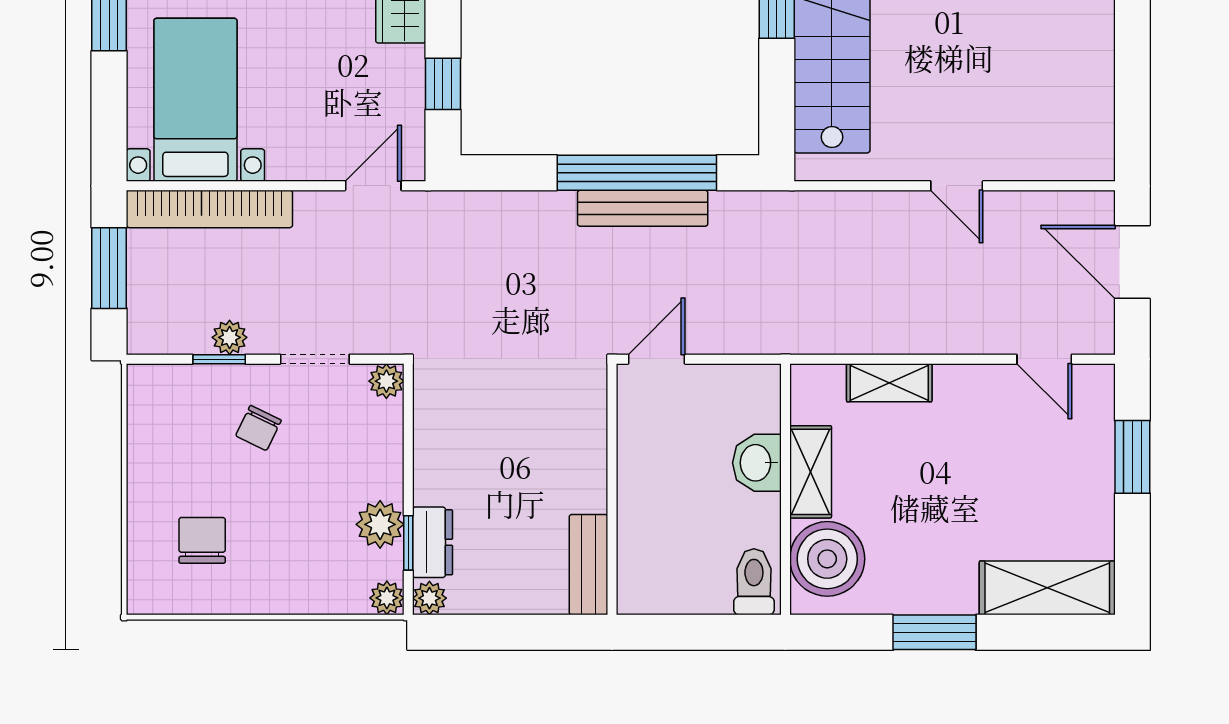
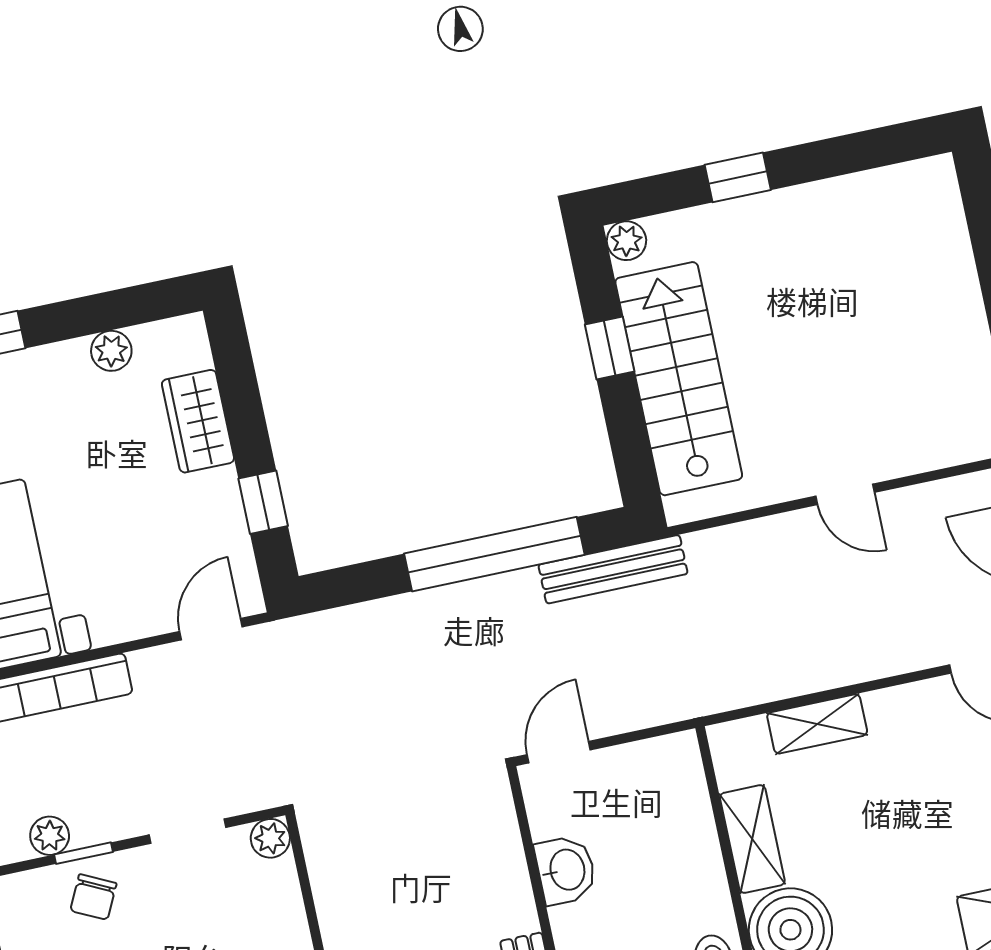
bench: (643, 208) -> (613, 569), moved
plant: (230, 337) -> (50, 836), moved
chair: (258, 428) -> (93, 897), moved
washbasin: (757, 463) -> (566, 870), moved, turned 180

